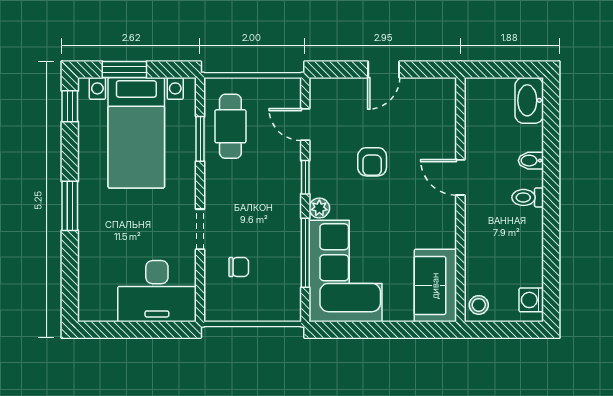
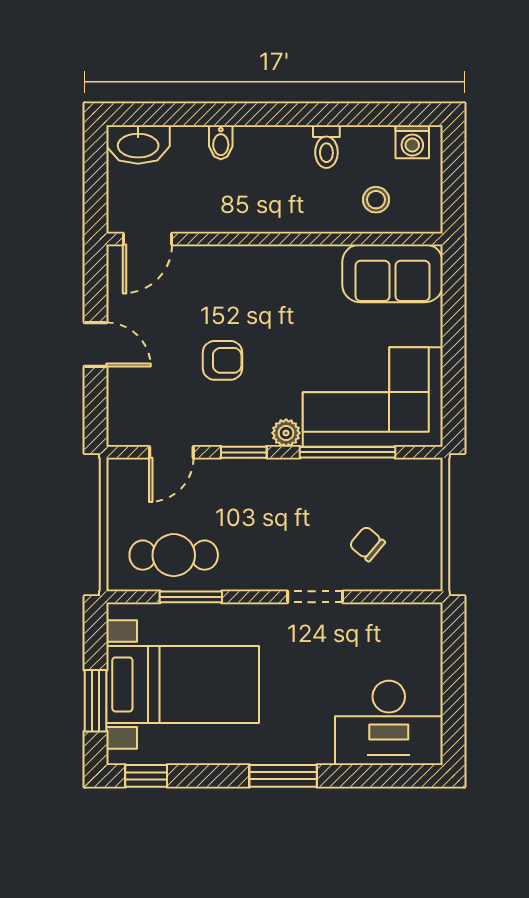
door: (460, 177) -> (147, 239), moved
toilet: (528, 197) -> (326, 147), moved
chair: (239, 267) -> (367, 544), turned -50
desk: (157, 291) -> (389, 723), moved, turned 90
stool: (479, 305) -> (376, 200), moved

